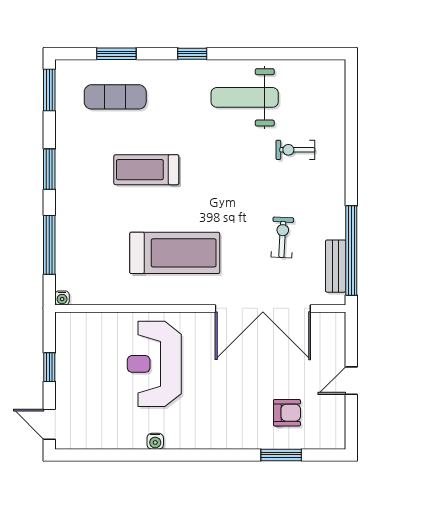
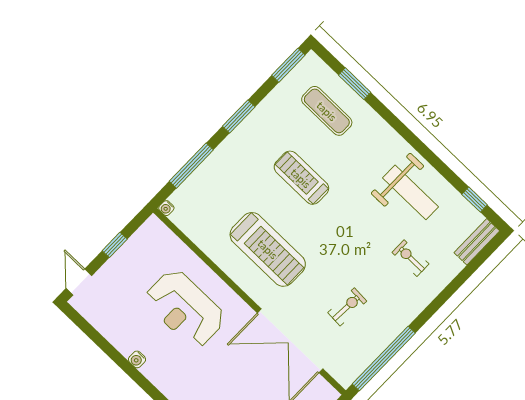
window: (192, 54) -> (475, 200), moved
weight bench: (245, 97) -> (410, 192), turned 180
bench: (336, 266) -> (477, 242), moved
reception desk: (154, 364) -> (185, 309), turned -90

